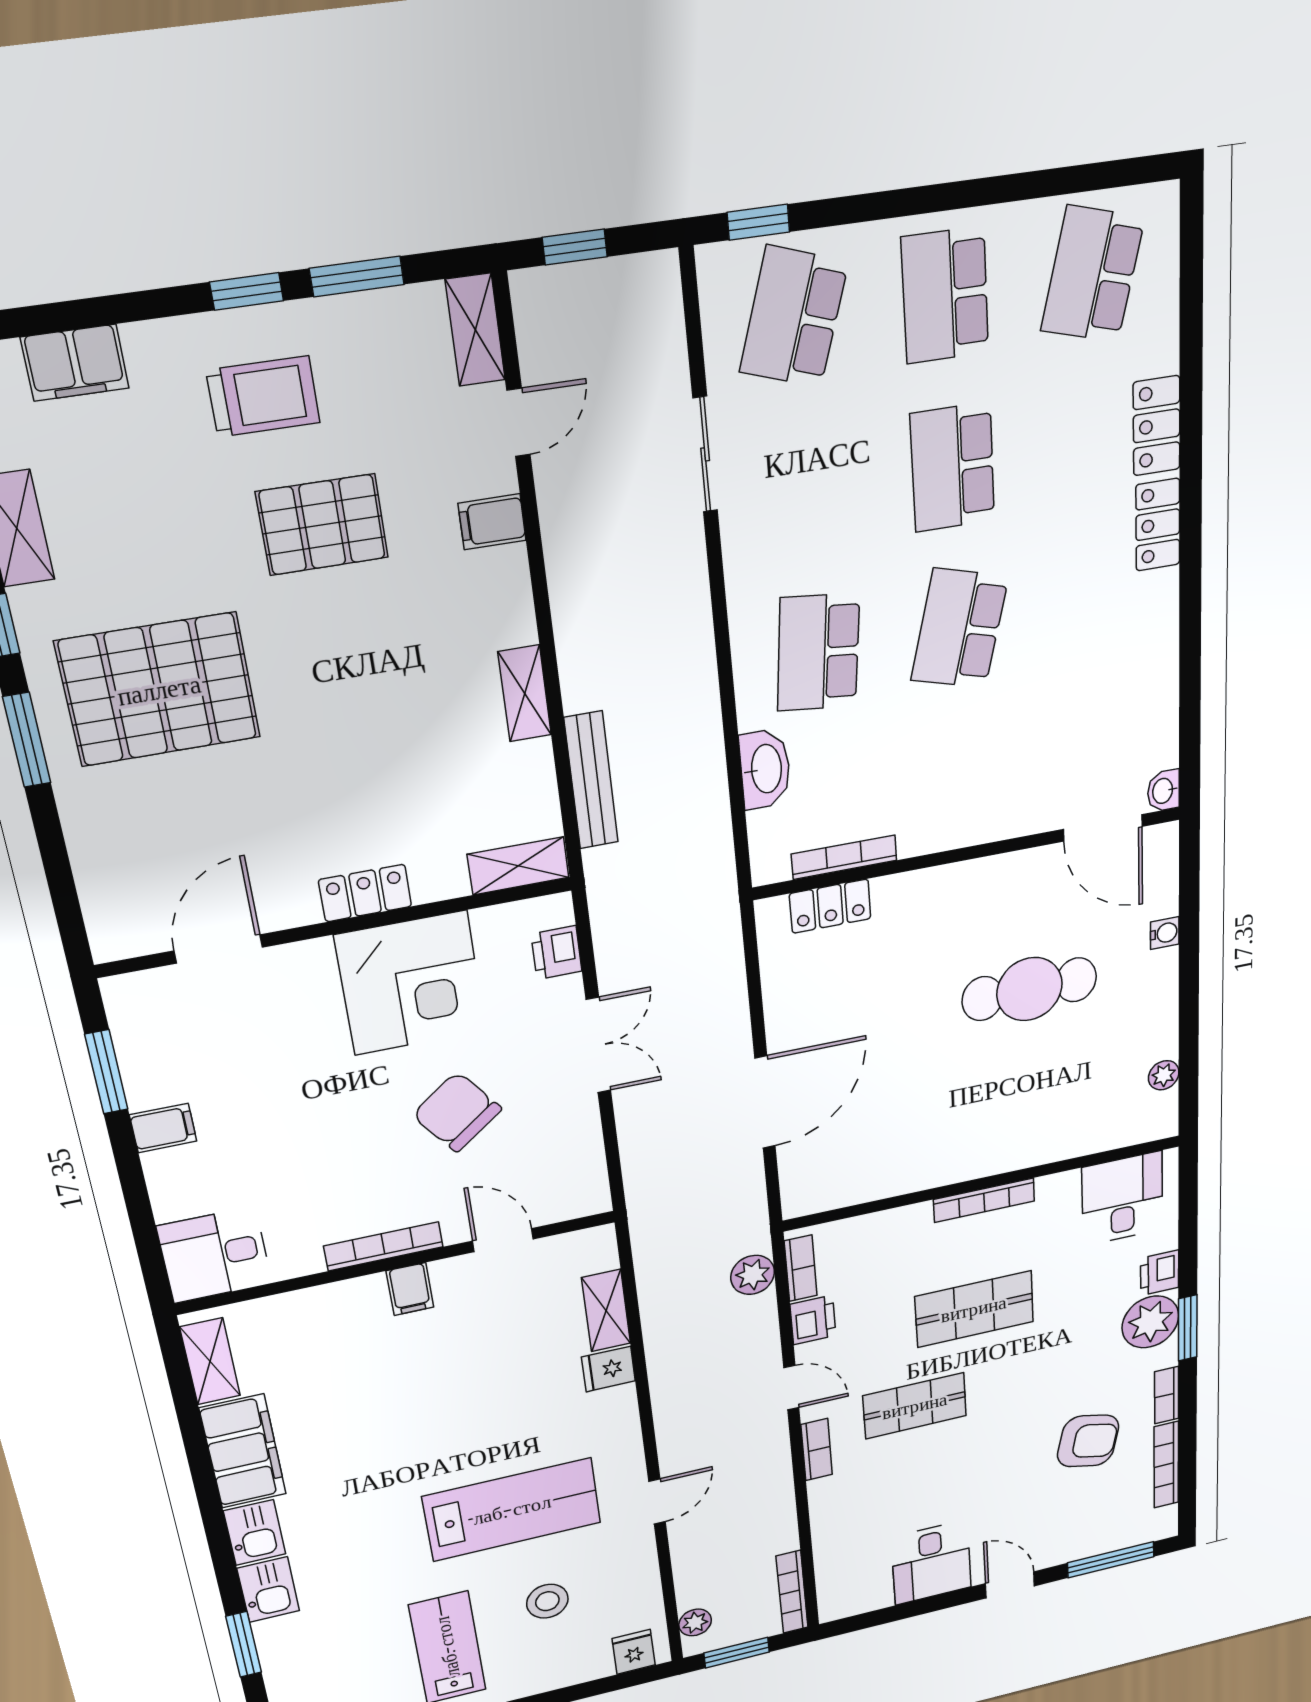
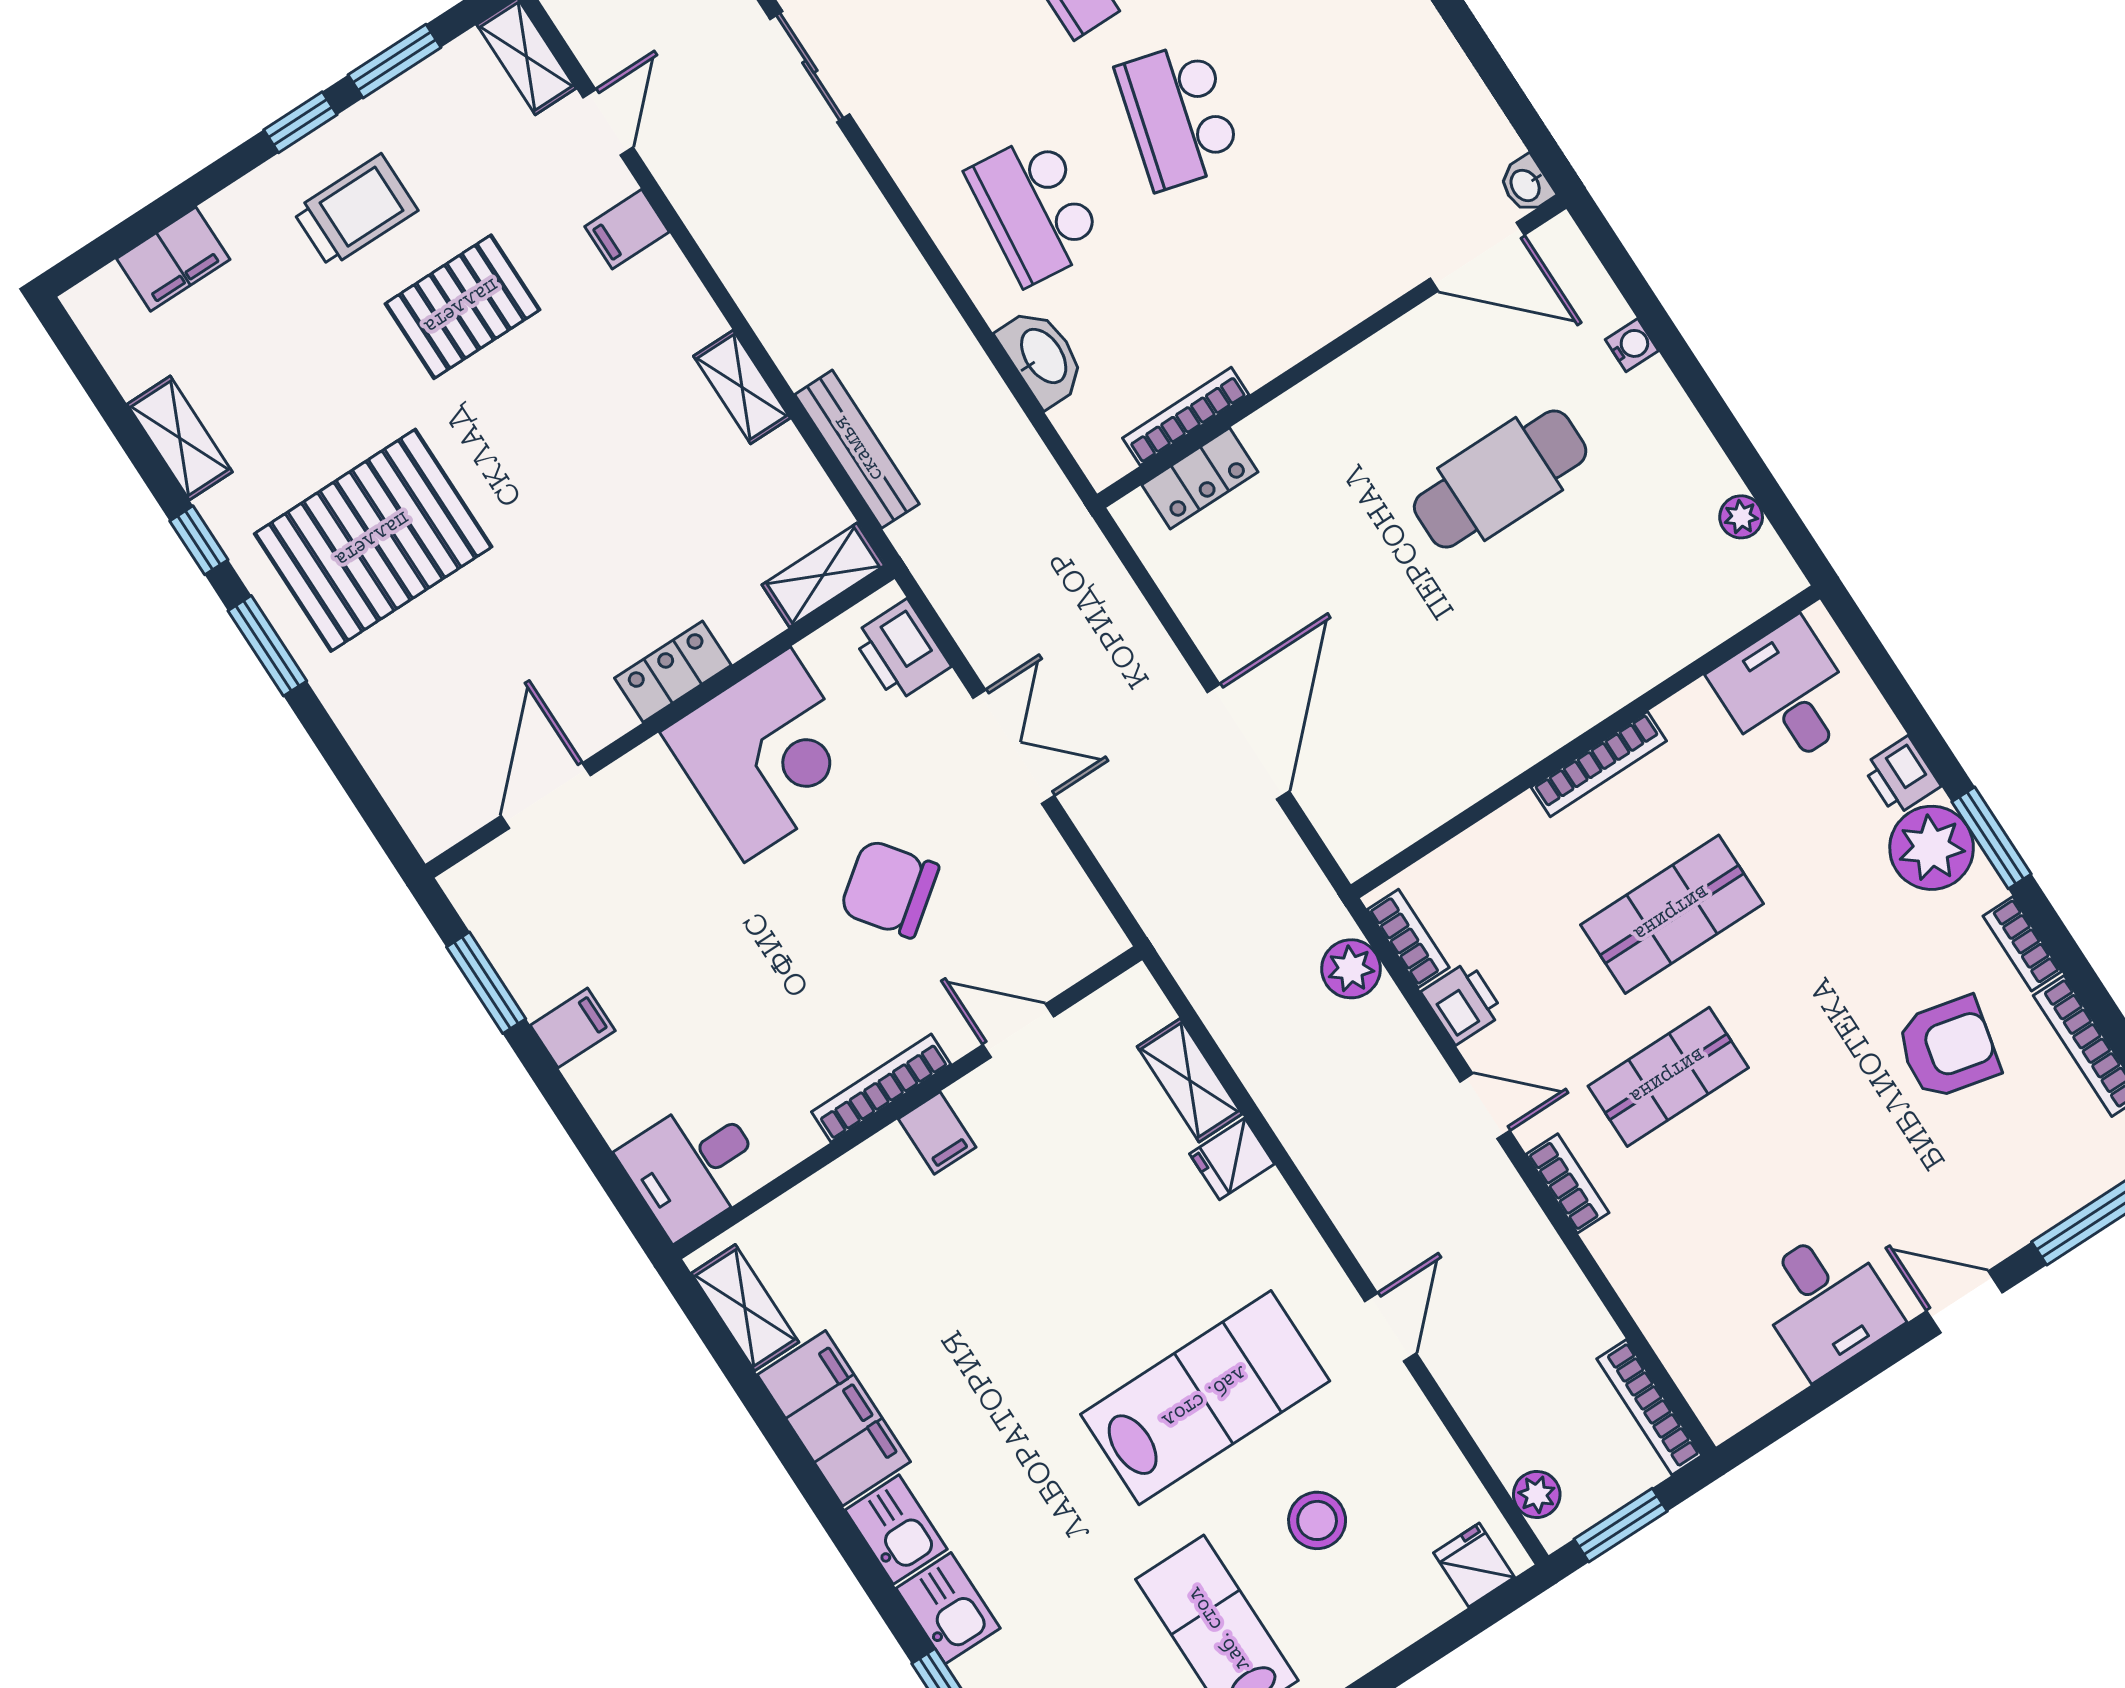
printer: (557, 953) -> (901, 651), width x1.36, depth x1.24

